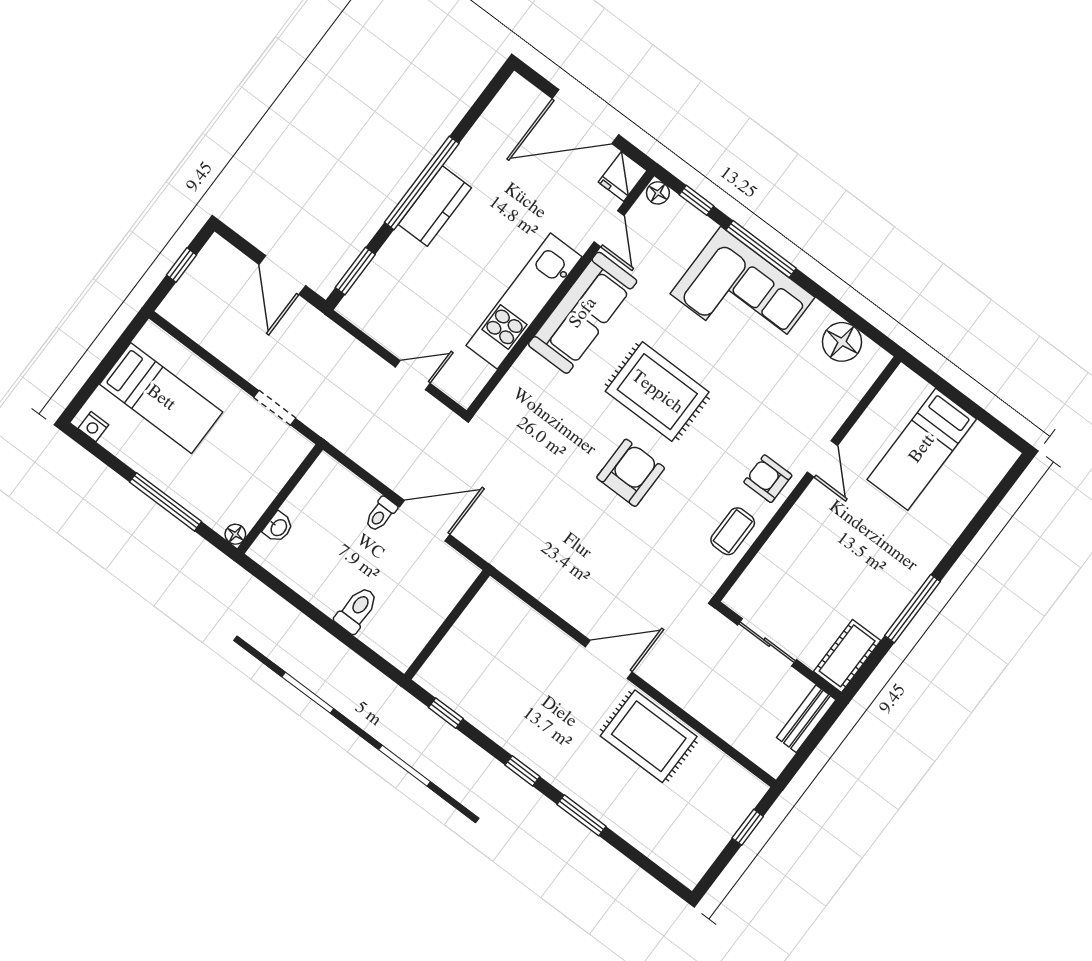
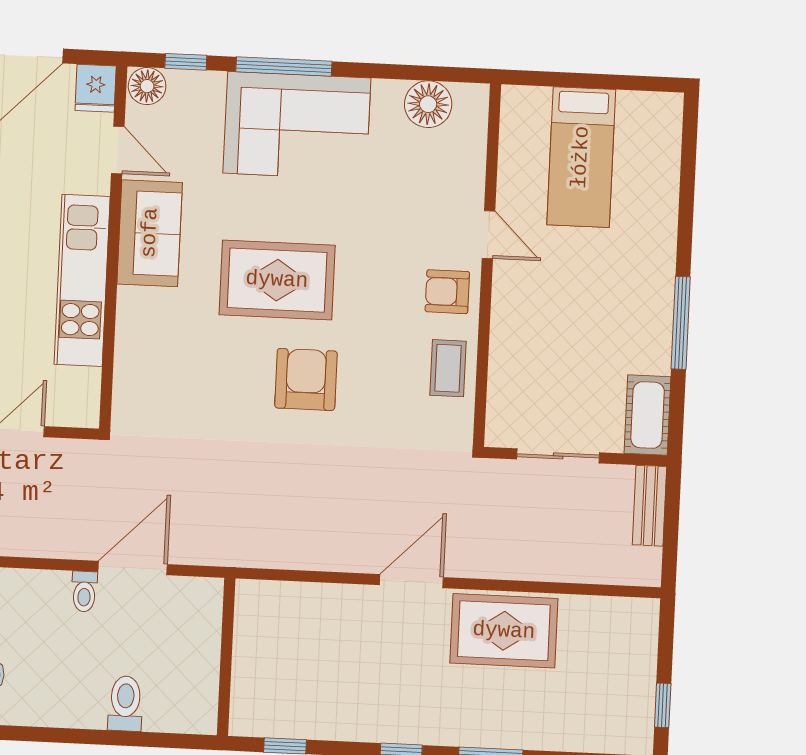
floor lamp: (658, 193) -> (147, 86), width x1.37, depth x1.37
sofa: (583, 313) -> (150, 233), width x0.73
window: (748, 827) -> (663, 705), moved

